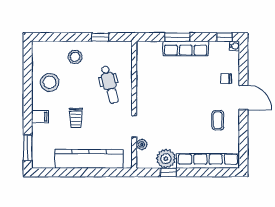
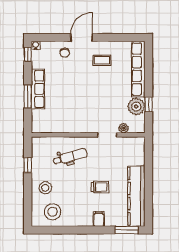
stool: (50, 82) -> (52, 212), moved
kitchen counter: (89, 159) -> (136, 196), moved

